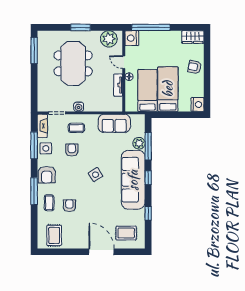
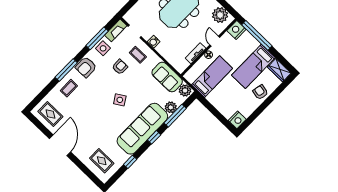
bed: (168, 89) -> (253, 66), moved, turned 180
plant: (137, 120) -> (185, 90), added
armchair: (69, 206) -> (81, 104), removed
rug: (54, 235) -> (50, 114), turned 90
door: (102, 252) -> (60, 145), moved

